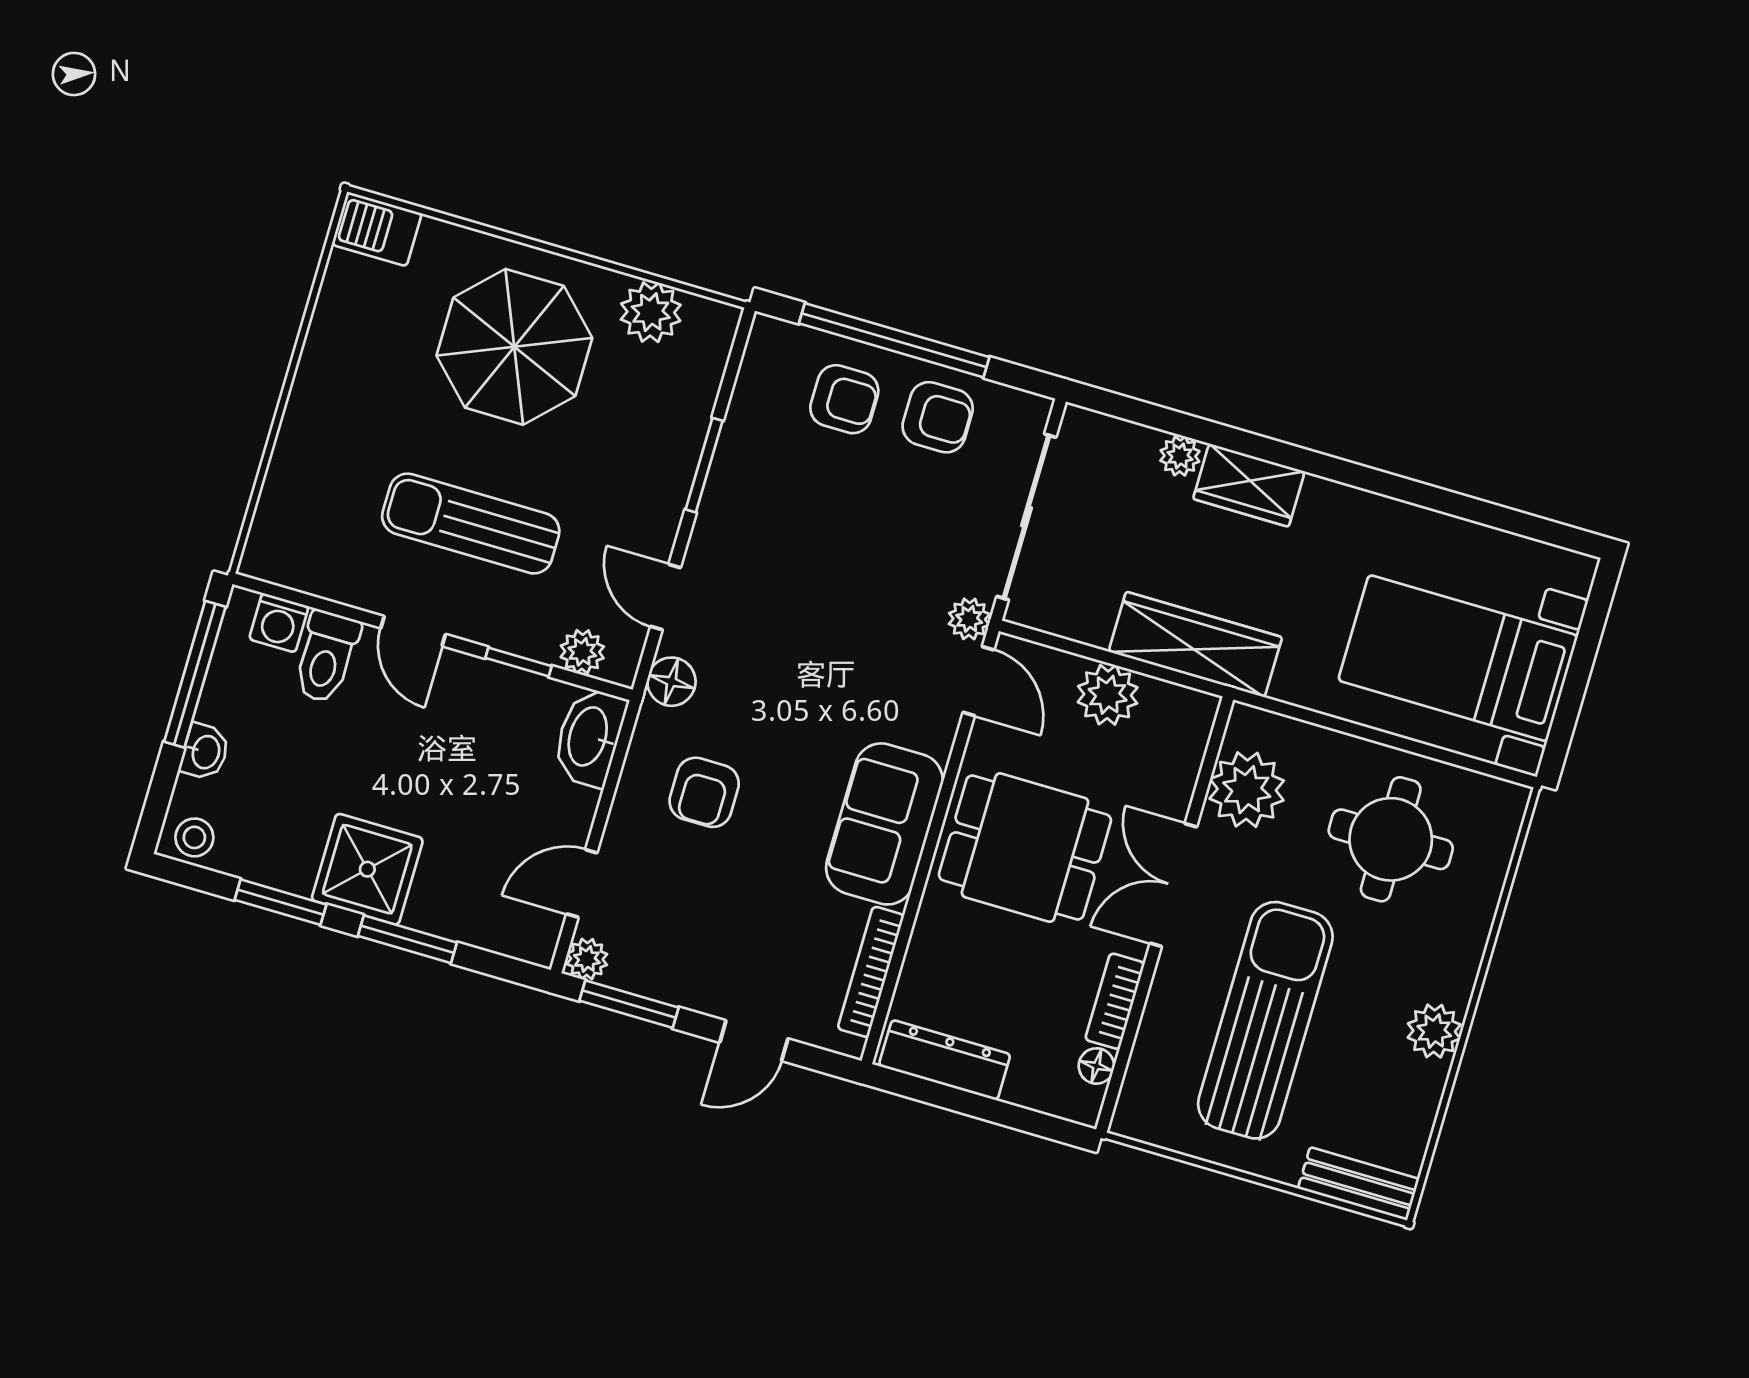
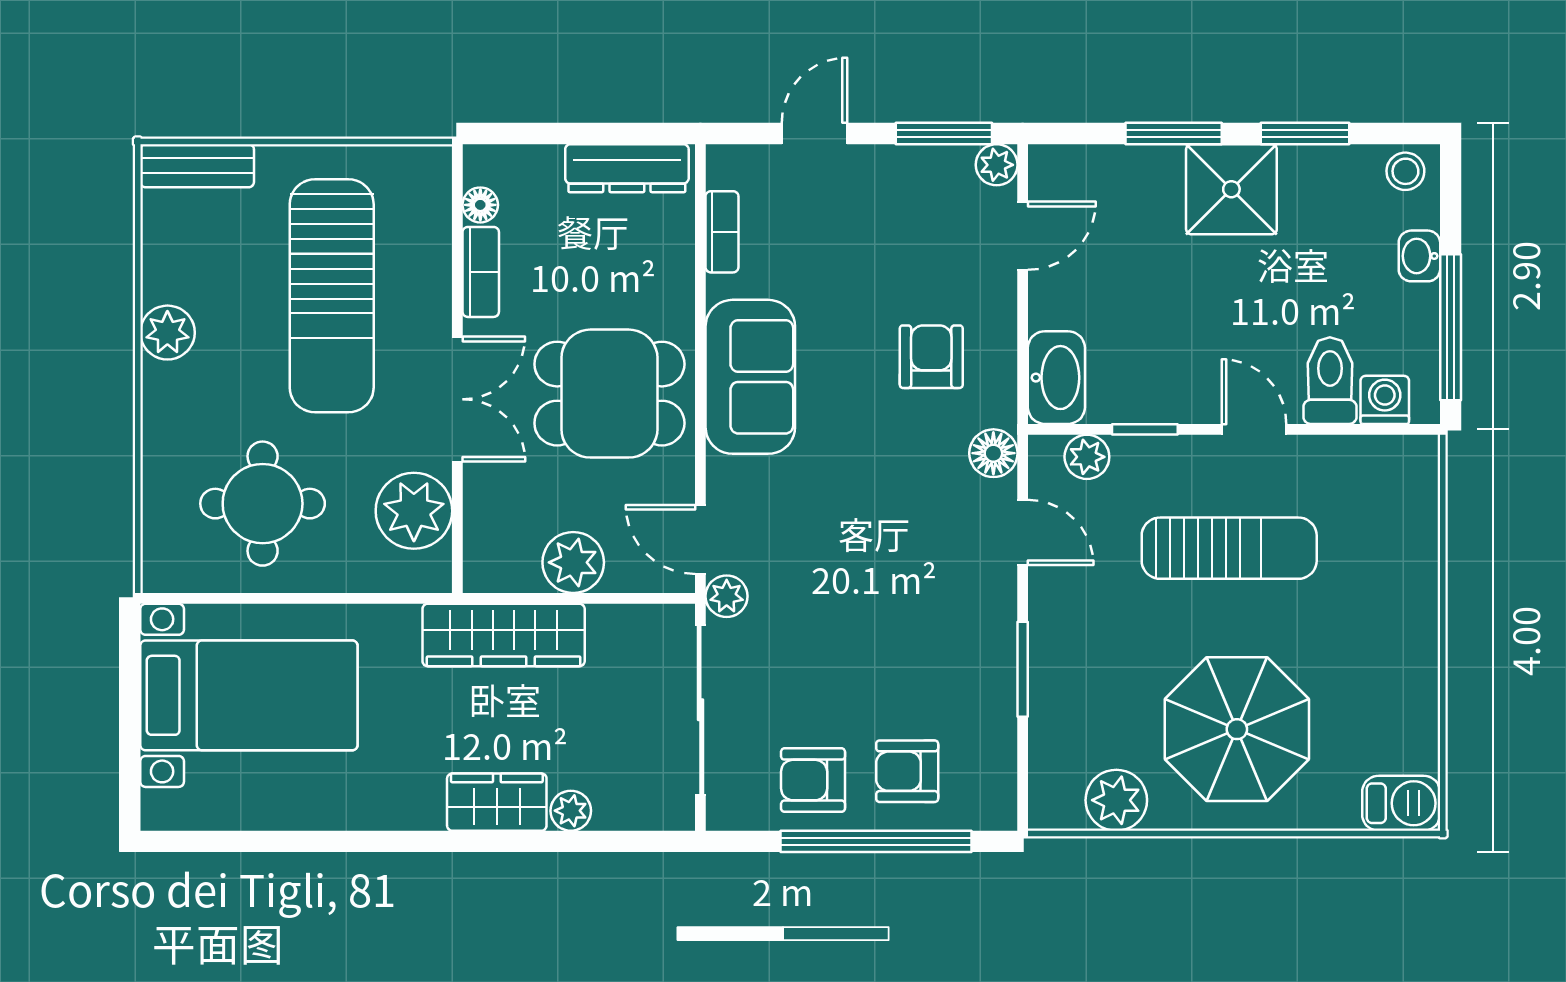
bookcase: (871, 972) -> (722, 232), width x0.64

